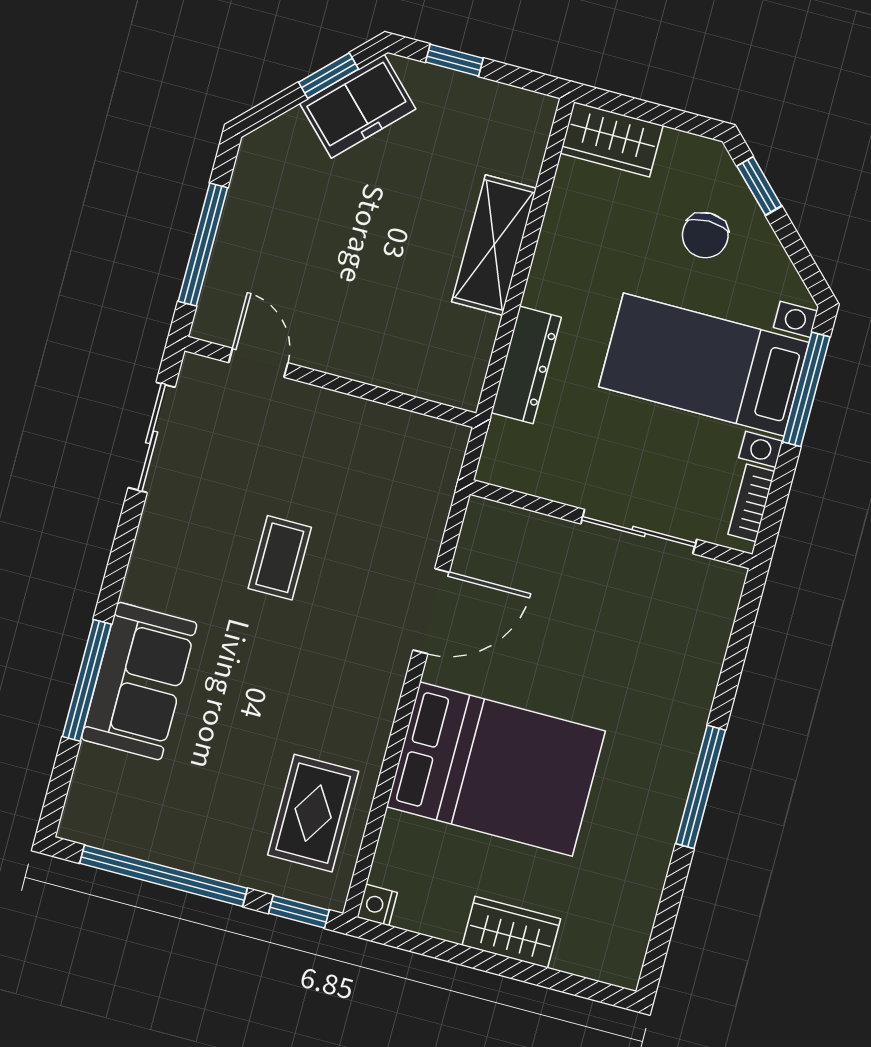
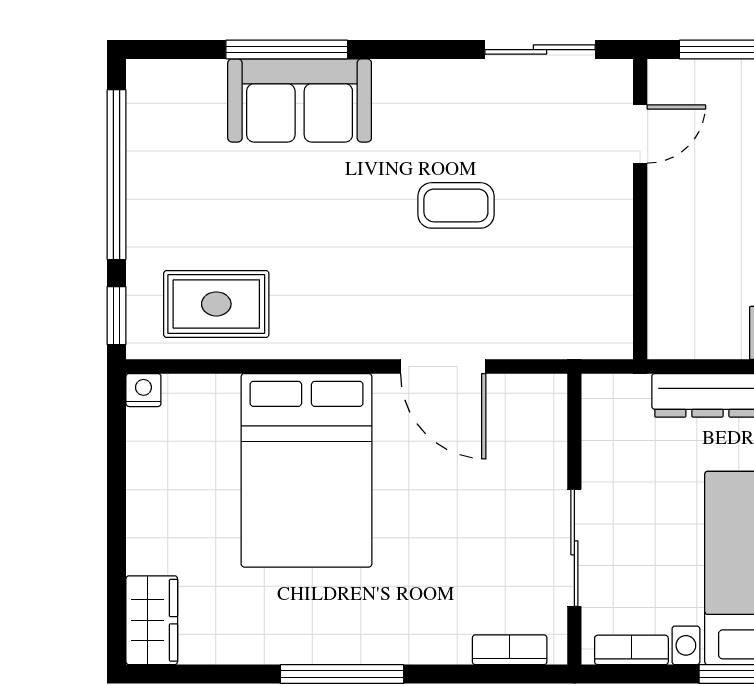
bookcase: (720, 620) -> (510, 650), added
wardrobe: (511, 932) -> (152, 620), moved

